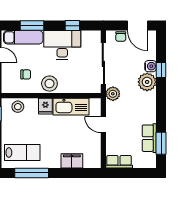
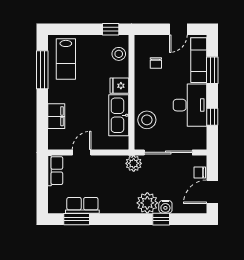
stool: (49, 84) -> (147, 120), moved
door: (103, 125) -> (82, 152), moved

